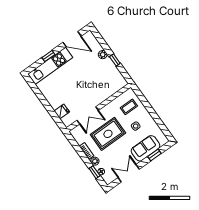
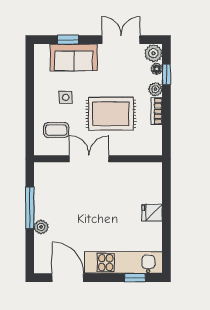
window: (48, 56) -> (135, 278), moved
window: (115, 60) -> (30, 208), width x2.17
fridge: (62, 111) -> (152, 213), moved
double door: (88, 115) -> (89, 159), moved
double door: (129, 173) -> (121, 40), swing flipped
plant: (108, 178) -> (153, 53), added

